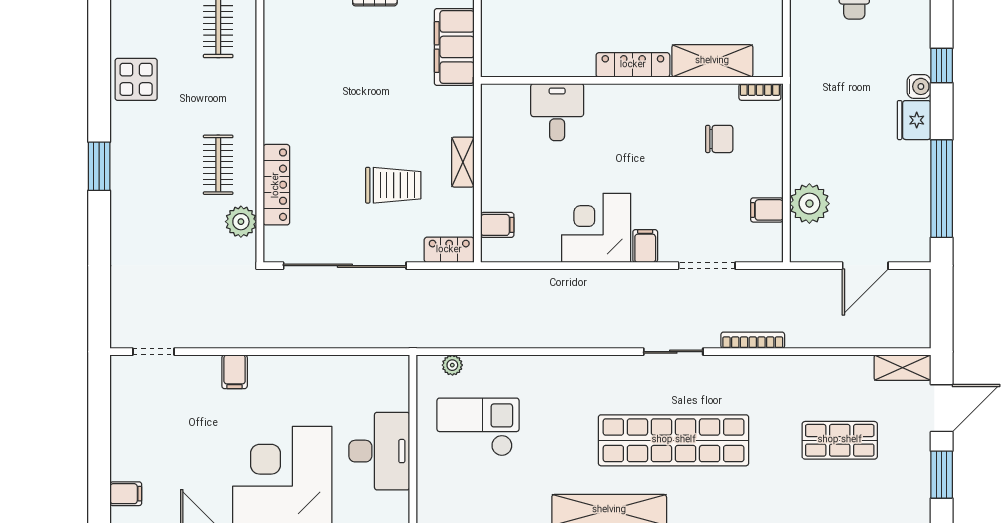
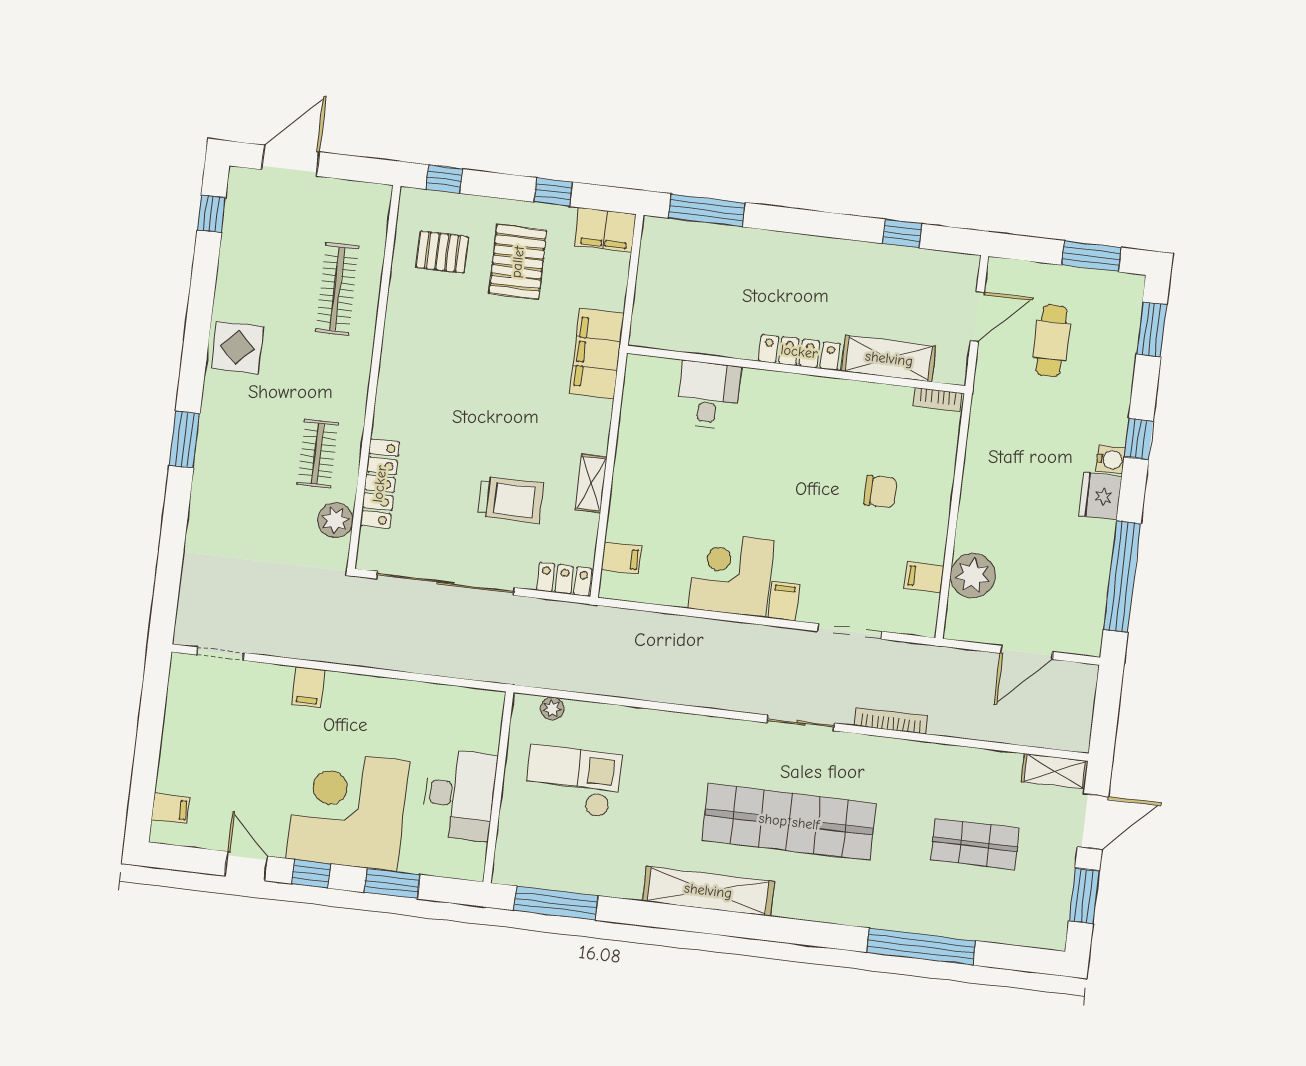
shelving: (712, 61) -> (889, 359), moved
locker: (633, 65) -> (799, 352), moved
wall: (632, 80) -> (796, 369), moved
bookcase: (760, 92) -> (937, 399), moved
desk: (557, 112) -> (708, 395), moved

